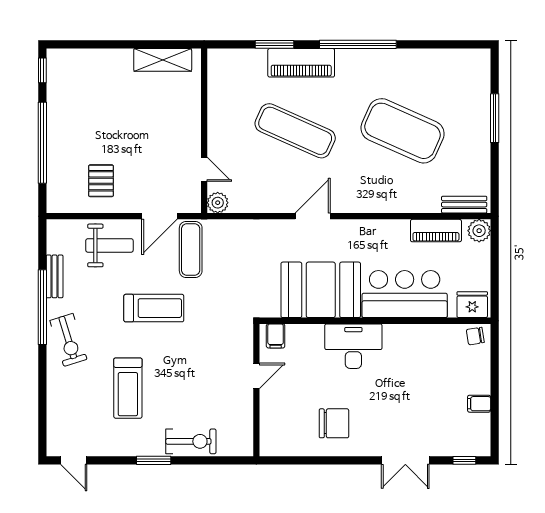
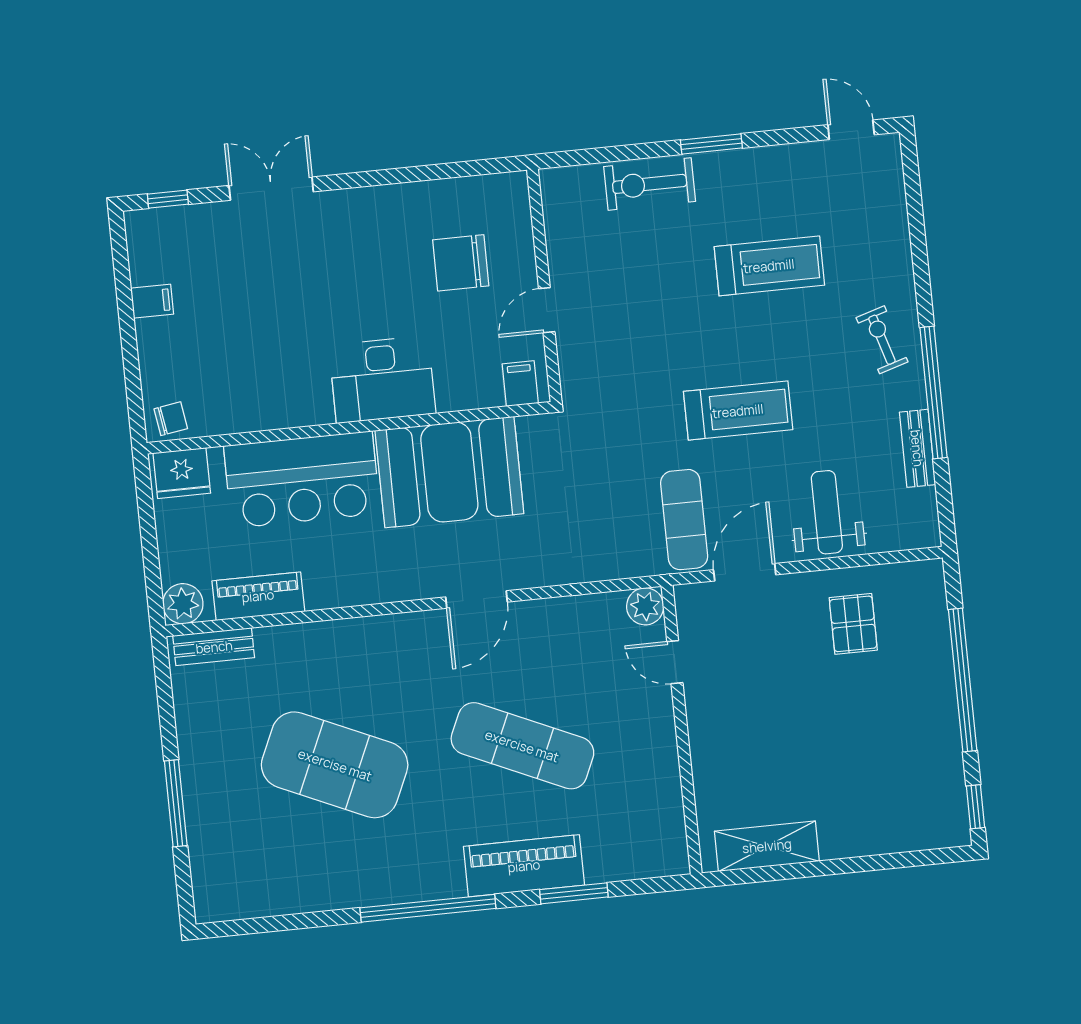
weight bench: (109, 245) -> (827, 512), turned 90
treadmill: (154, 308) -> (738, 411), turned 180
exercise bike: (68, 340) -> (882, 340), width x0.73, depth x0.72
treadmill: (128, 388) -> (769, 266), turned 90
chair: (334, 423) -> (461, 263), moved

